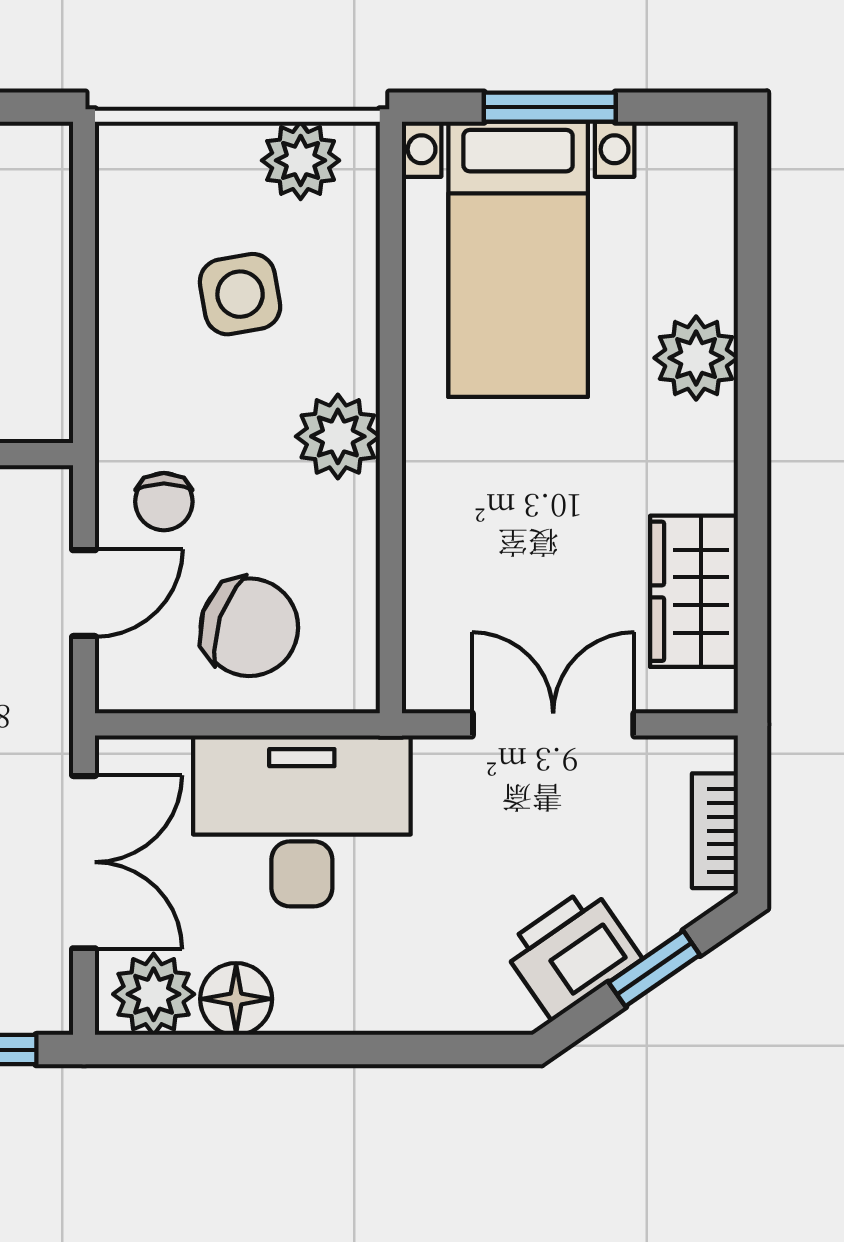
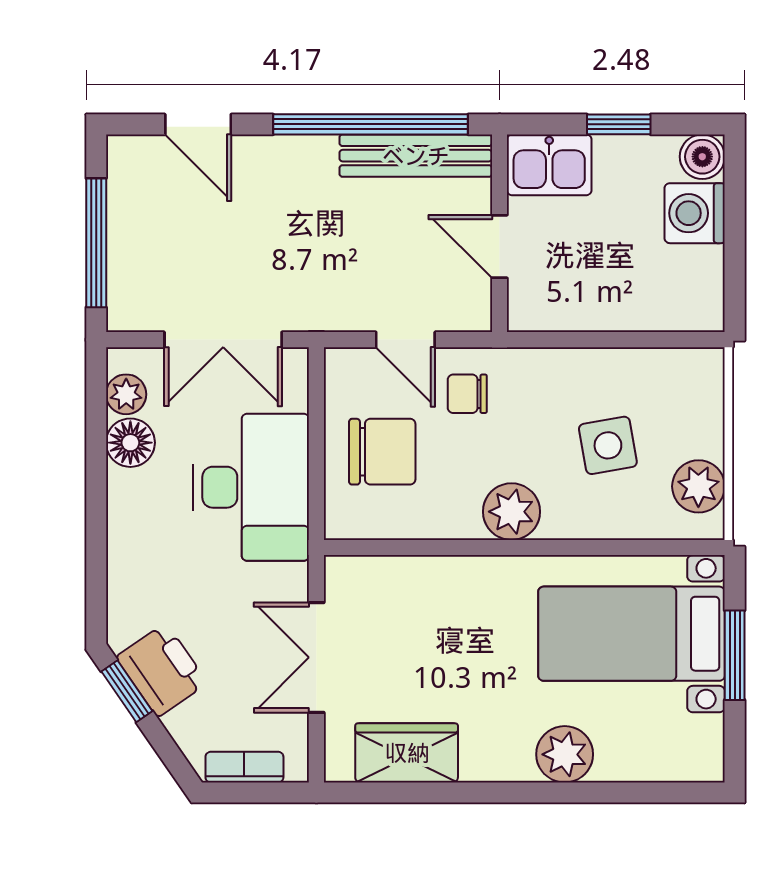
chair: (249, 627) -> (382, 452), turned -109
double door: (553, 724) -> (316, 657), swing flipped
window: (654, 969) -> (127, 691), moved
plant: (154, 994) -> (126, 394), width x0.73, depth x0.73

